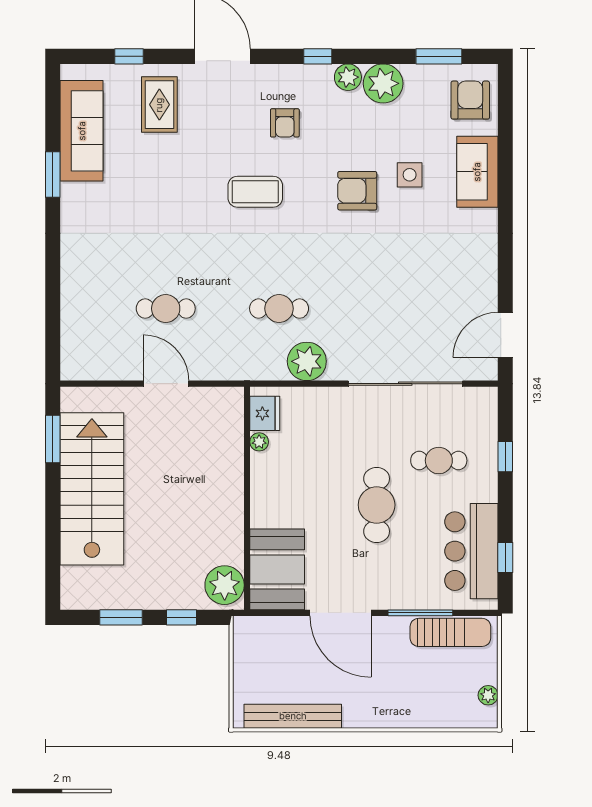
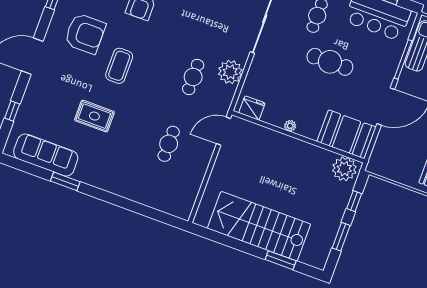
rug: (159, 105) -> (94, 116), moved
armchair: (285, 123) -> (85, 34), width x1.88, depth x1.88
door: (166, 384) -> (224, 131), moved
window: (53, 439) -> (281, 260), moved
plant: (259, 442) -> (290, 126), moved

